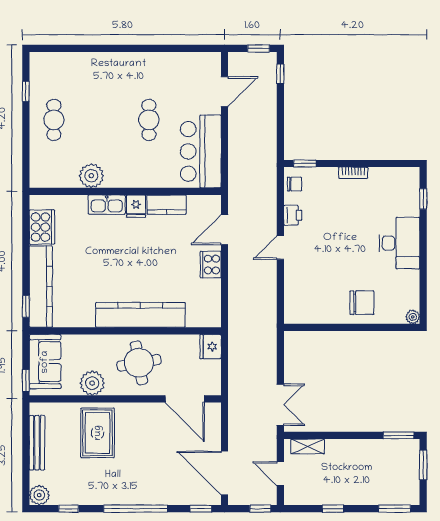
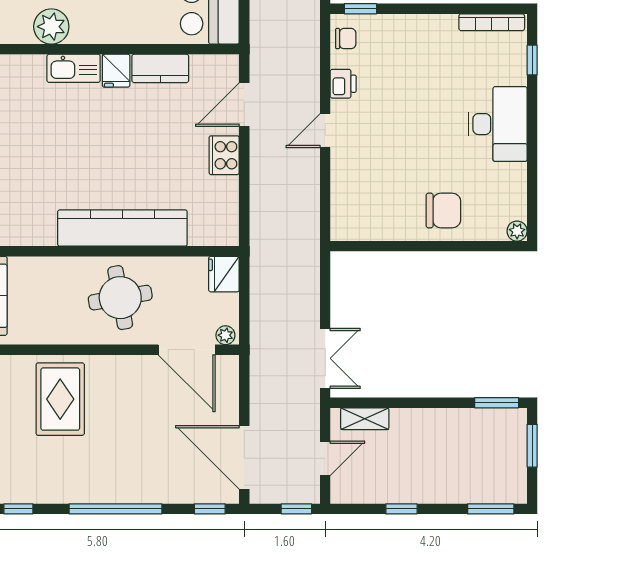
bookcase: (353, 173) -> (492, 22), moved, width x1.56
plant: (92, 383) -> (225, 335), moved, width x0.53, depth x0.53
door: (280, 474) -> (325, 458), swing flipped

